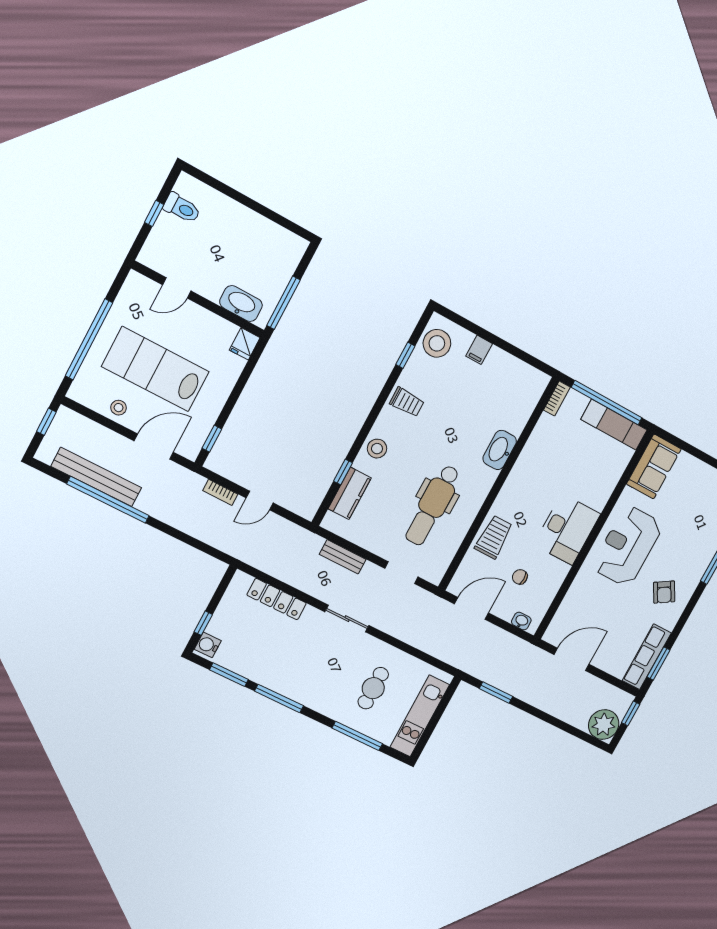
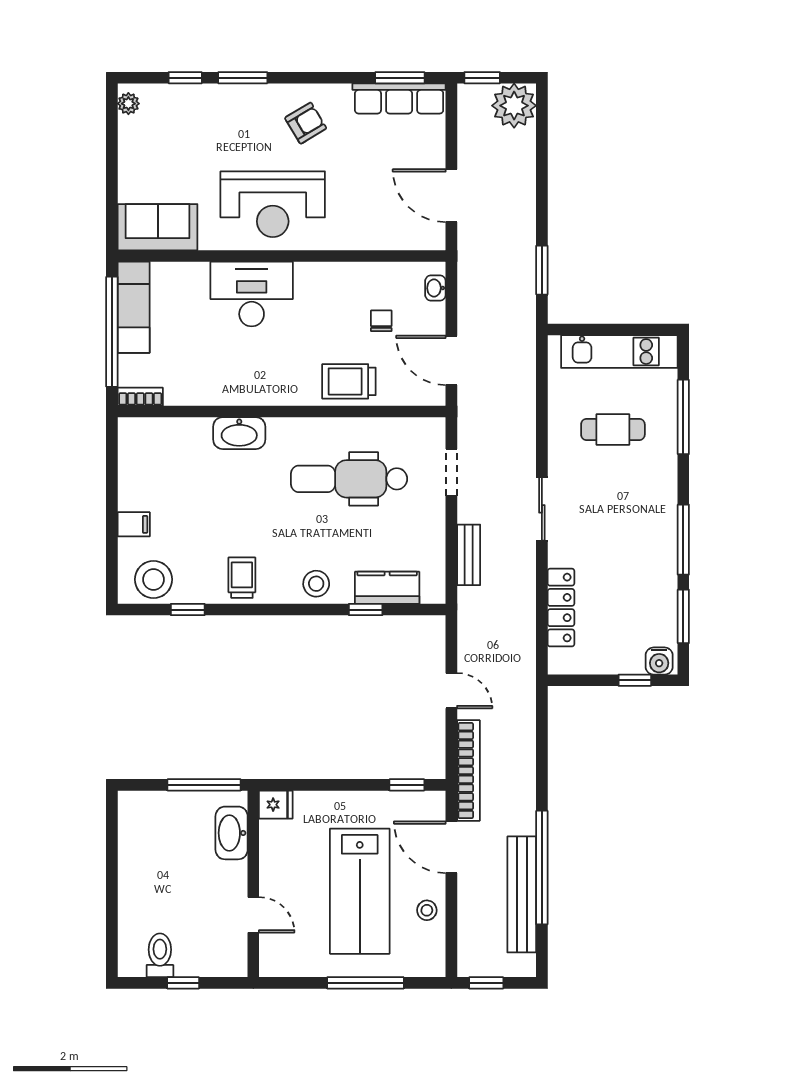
window: (89, 339) -> (365, 983), width x0.68
bookcase: (220, 492) -> (468, 771), width x2.31, depth x1.31
dental chair: (433, 505) -> (349, 479), turned 180
desk: (567, 529) -> (252, 294), moved
chair: (520, 577) -> (381, 321), turned 180

